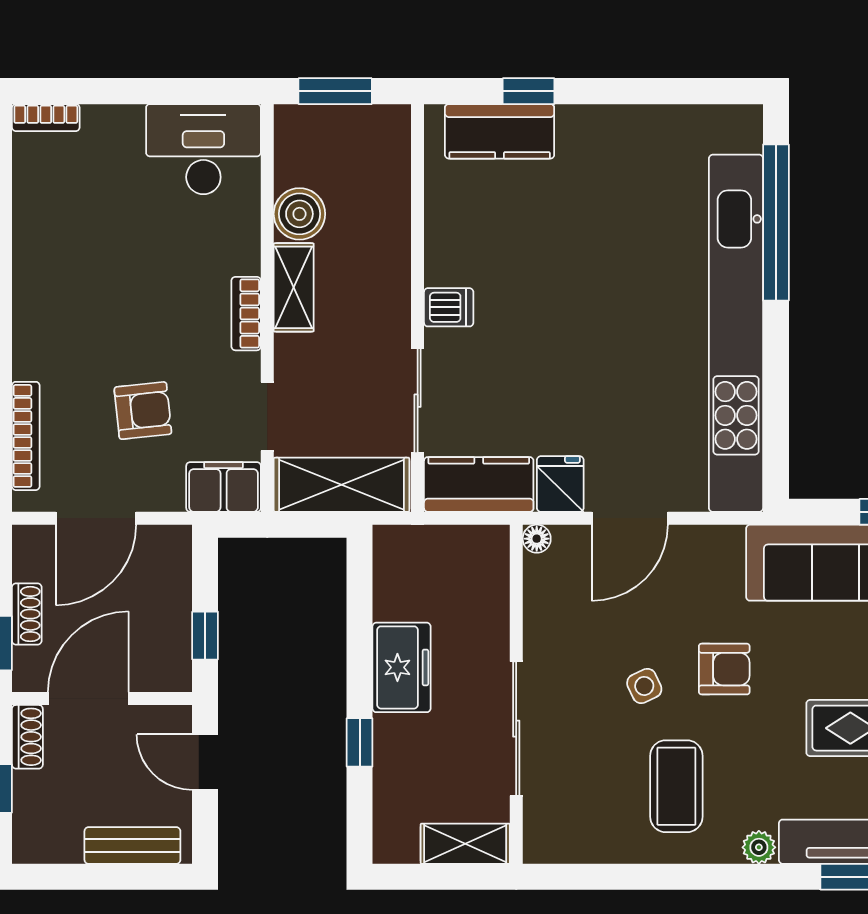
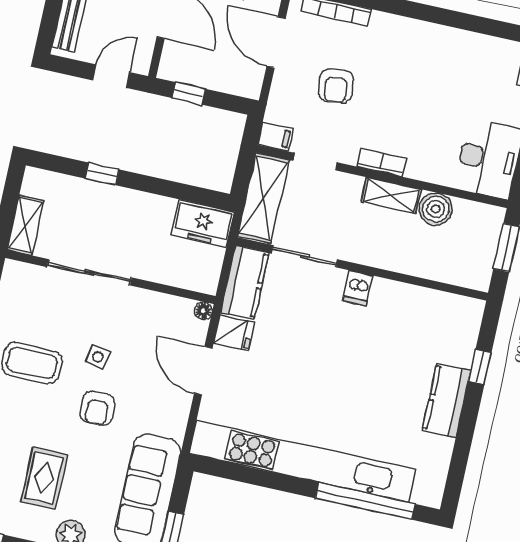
kitchen counter: (500, 131) -> (446, 400), moved
filing cabinet: (224, 487) -> (275, 137), width x0.50
freezer: (402, 667) -> (203, 223), moved
side table: (644, 686) -> (98, 357), turned 36

